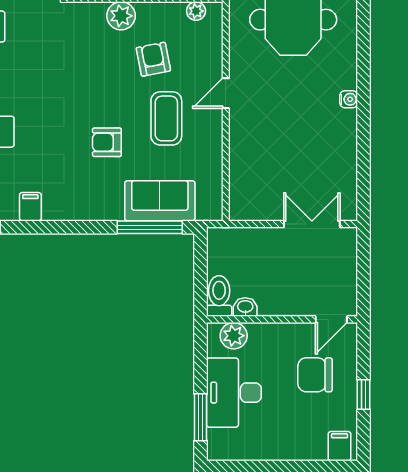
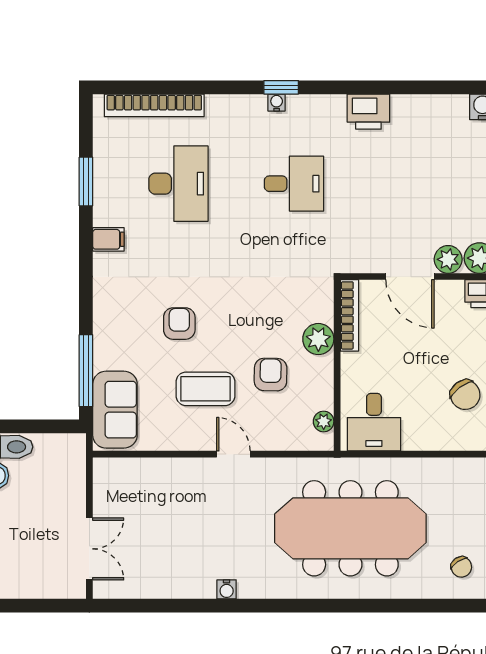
armchair: (153, 59) -> (271, 375), turned -78
sofa: (160, 201) -> (115, 410), moved

